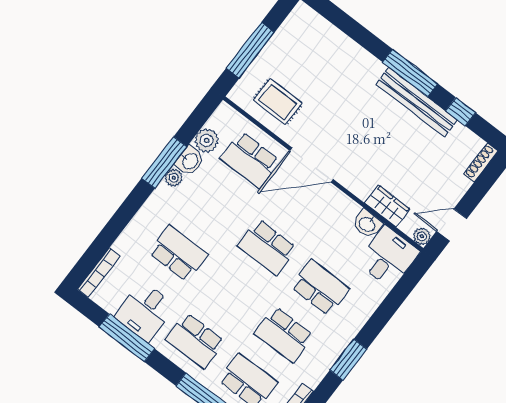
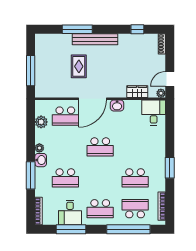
window: (410, 73) -> (77, 29), moved
rug: (278, 102) -> (79, 66), moved, turned 90
bench: (417, 102) -> (95, 39), moved
washbasin: (190, 161) -> (41, 160), moved
window: (164, 162) -> (31, 175), moved
washbasin: (367, 224) -> (117, 105), moved
school desk: (178, 253) -> (65, 178), turned 180
school desk: (320, 288) -> (135, 147), removed

